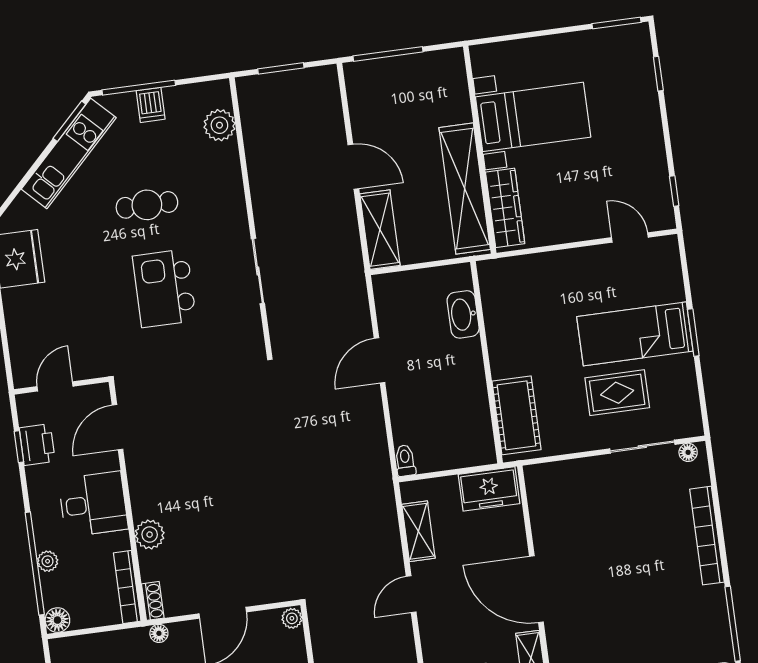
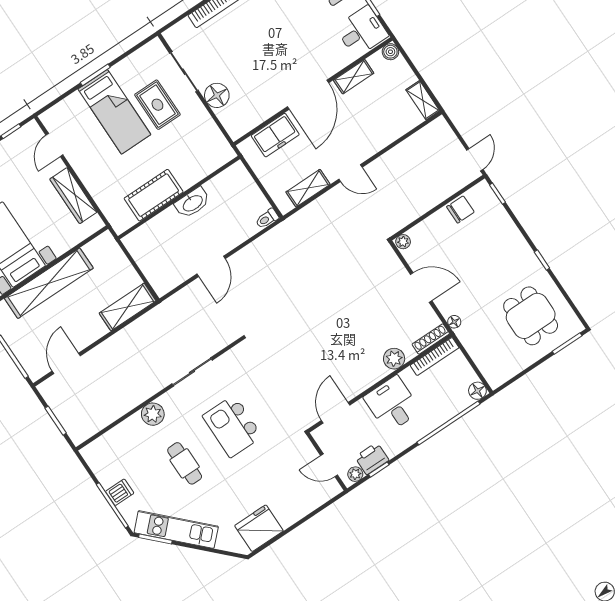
plant: (219, 125) -> (153, 414), moved
door: (353, 167) -> (66, 363), moved
shelving: (465, 189) -> (49, 283), moved
wardrobe: (505, 208) -> (73, 196), moved, turned -90
kitchen island: (164, 288) -> (232, 426), turned 90
washbasin: (463, 314) -> (192, 203), moved
door: (380, 360) -> (211, 266), hinge flipped
cot: (516, 415) -> (154, 195), moved
door: (118, 427) -> (336, 413), swing flipped
floor lamp: (688, 452) -> (217, 95), moved, width x1.89, depth x1.89
freezer: (489, 489) -> (275, 135), moved, turned 90
plant: (48, 561) -> (355, 474), moved
shoe rack: (153, 601) -> (431, 339), width x1.43

